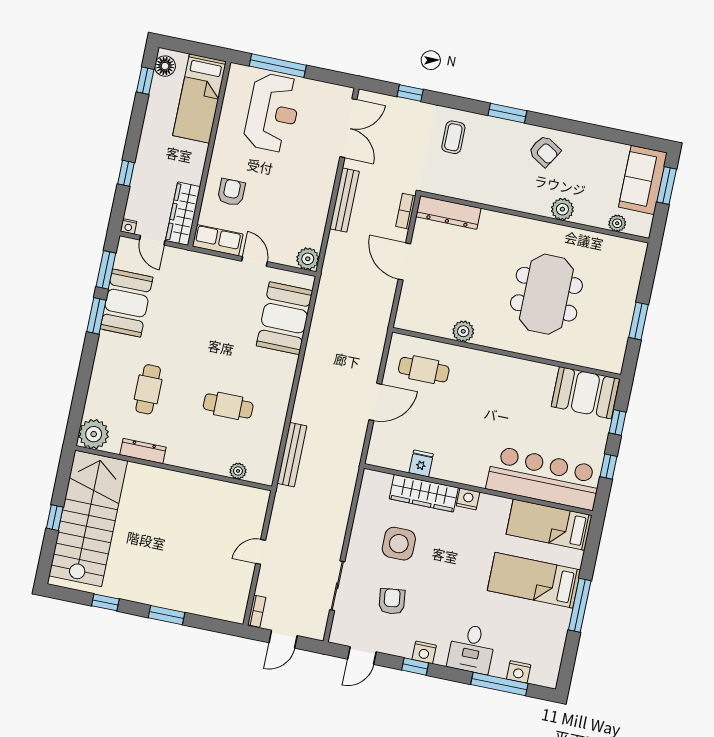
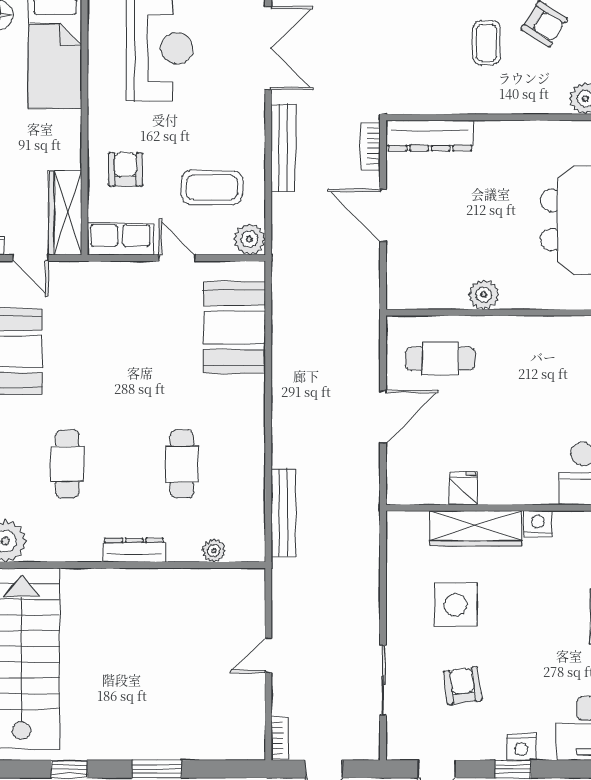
coffee table: (453, 137) -> (487, 43), moved
coffee table: (289, 217) -> (212, 187), added
cafe table: (228, 406) -> (182, 464), turned 90
dresser: (143, 451) -> (134, 550), moved

